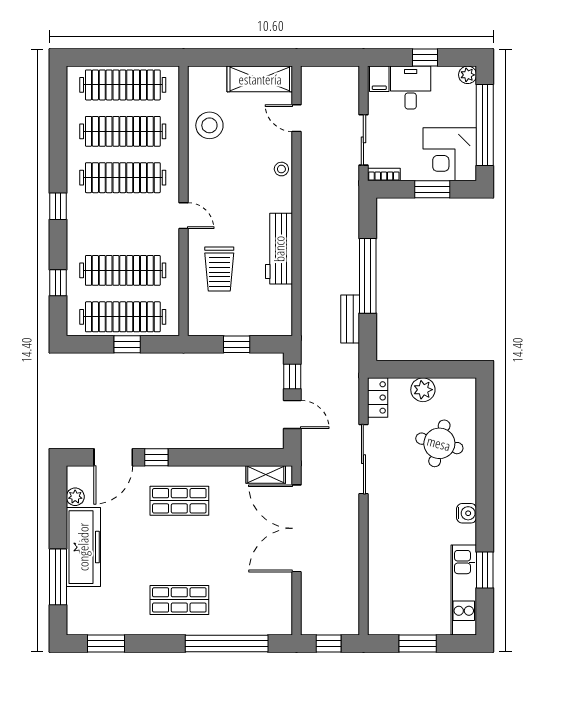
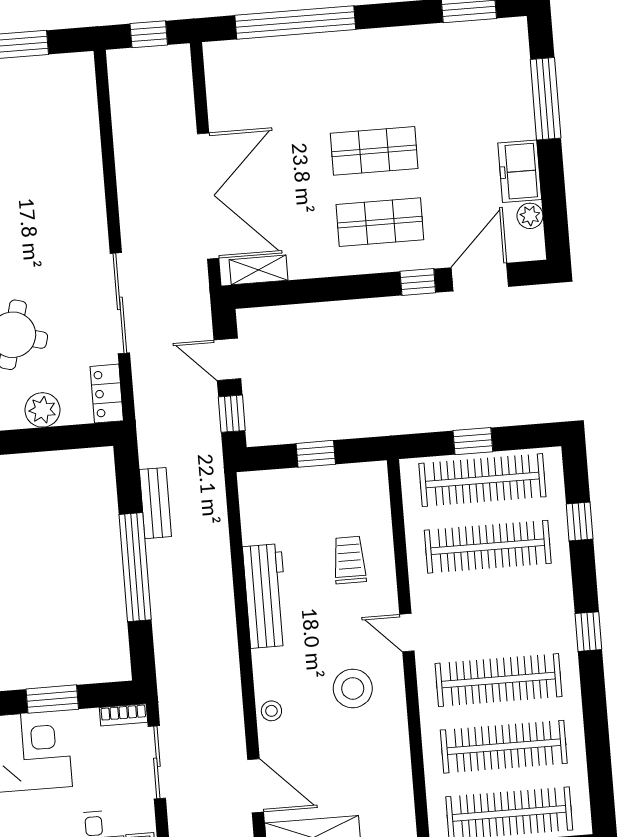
door: (297, 118) -> (256, 786), width x1.38
stool: (209, 125) -> (353, 688), moved
trolley: (219, 269) -> (349, 560), width x0.73, depth x0.72
freezer: (83, 547) -> (520, 171), width x0.52, depth x0.79
shop shelf: (179, 600) -> (374, 151), moved

